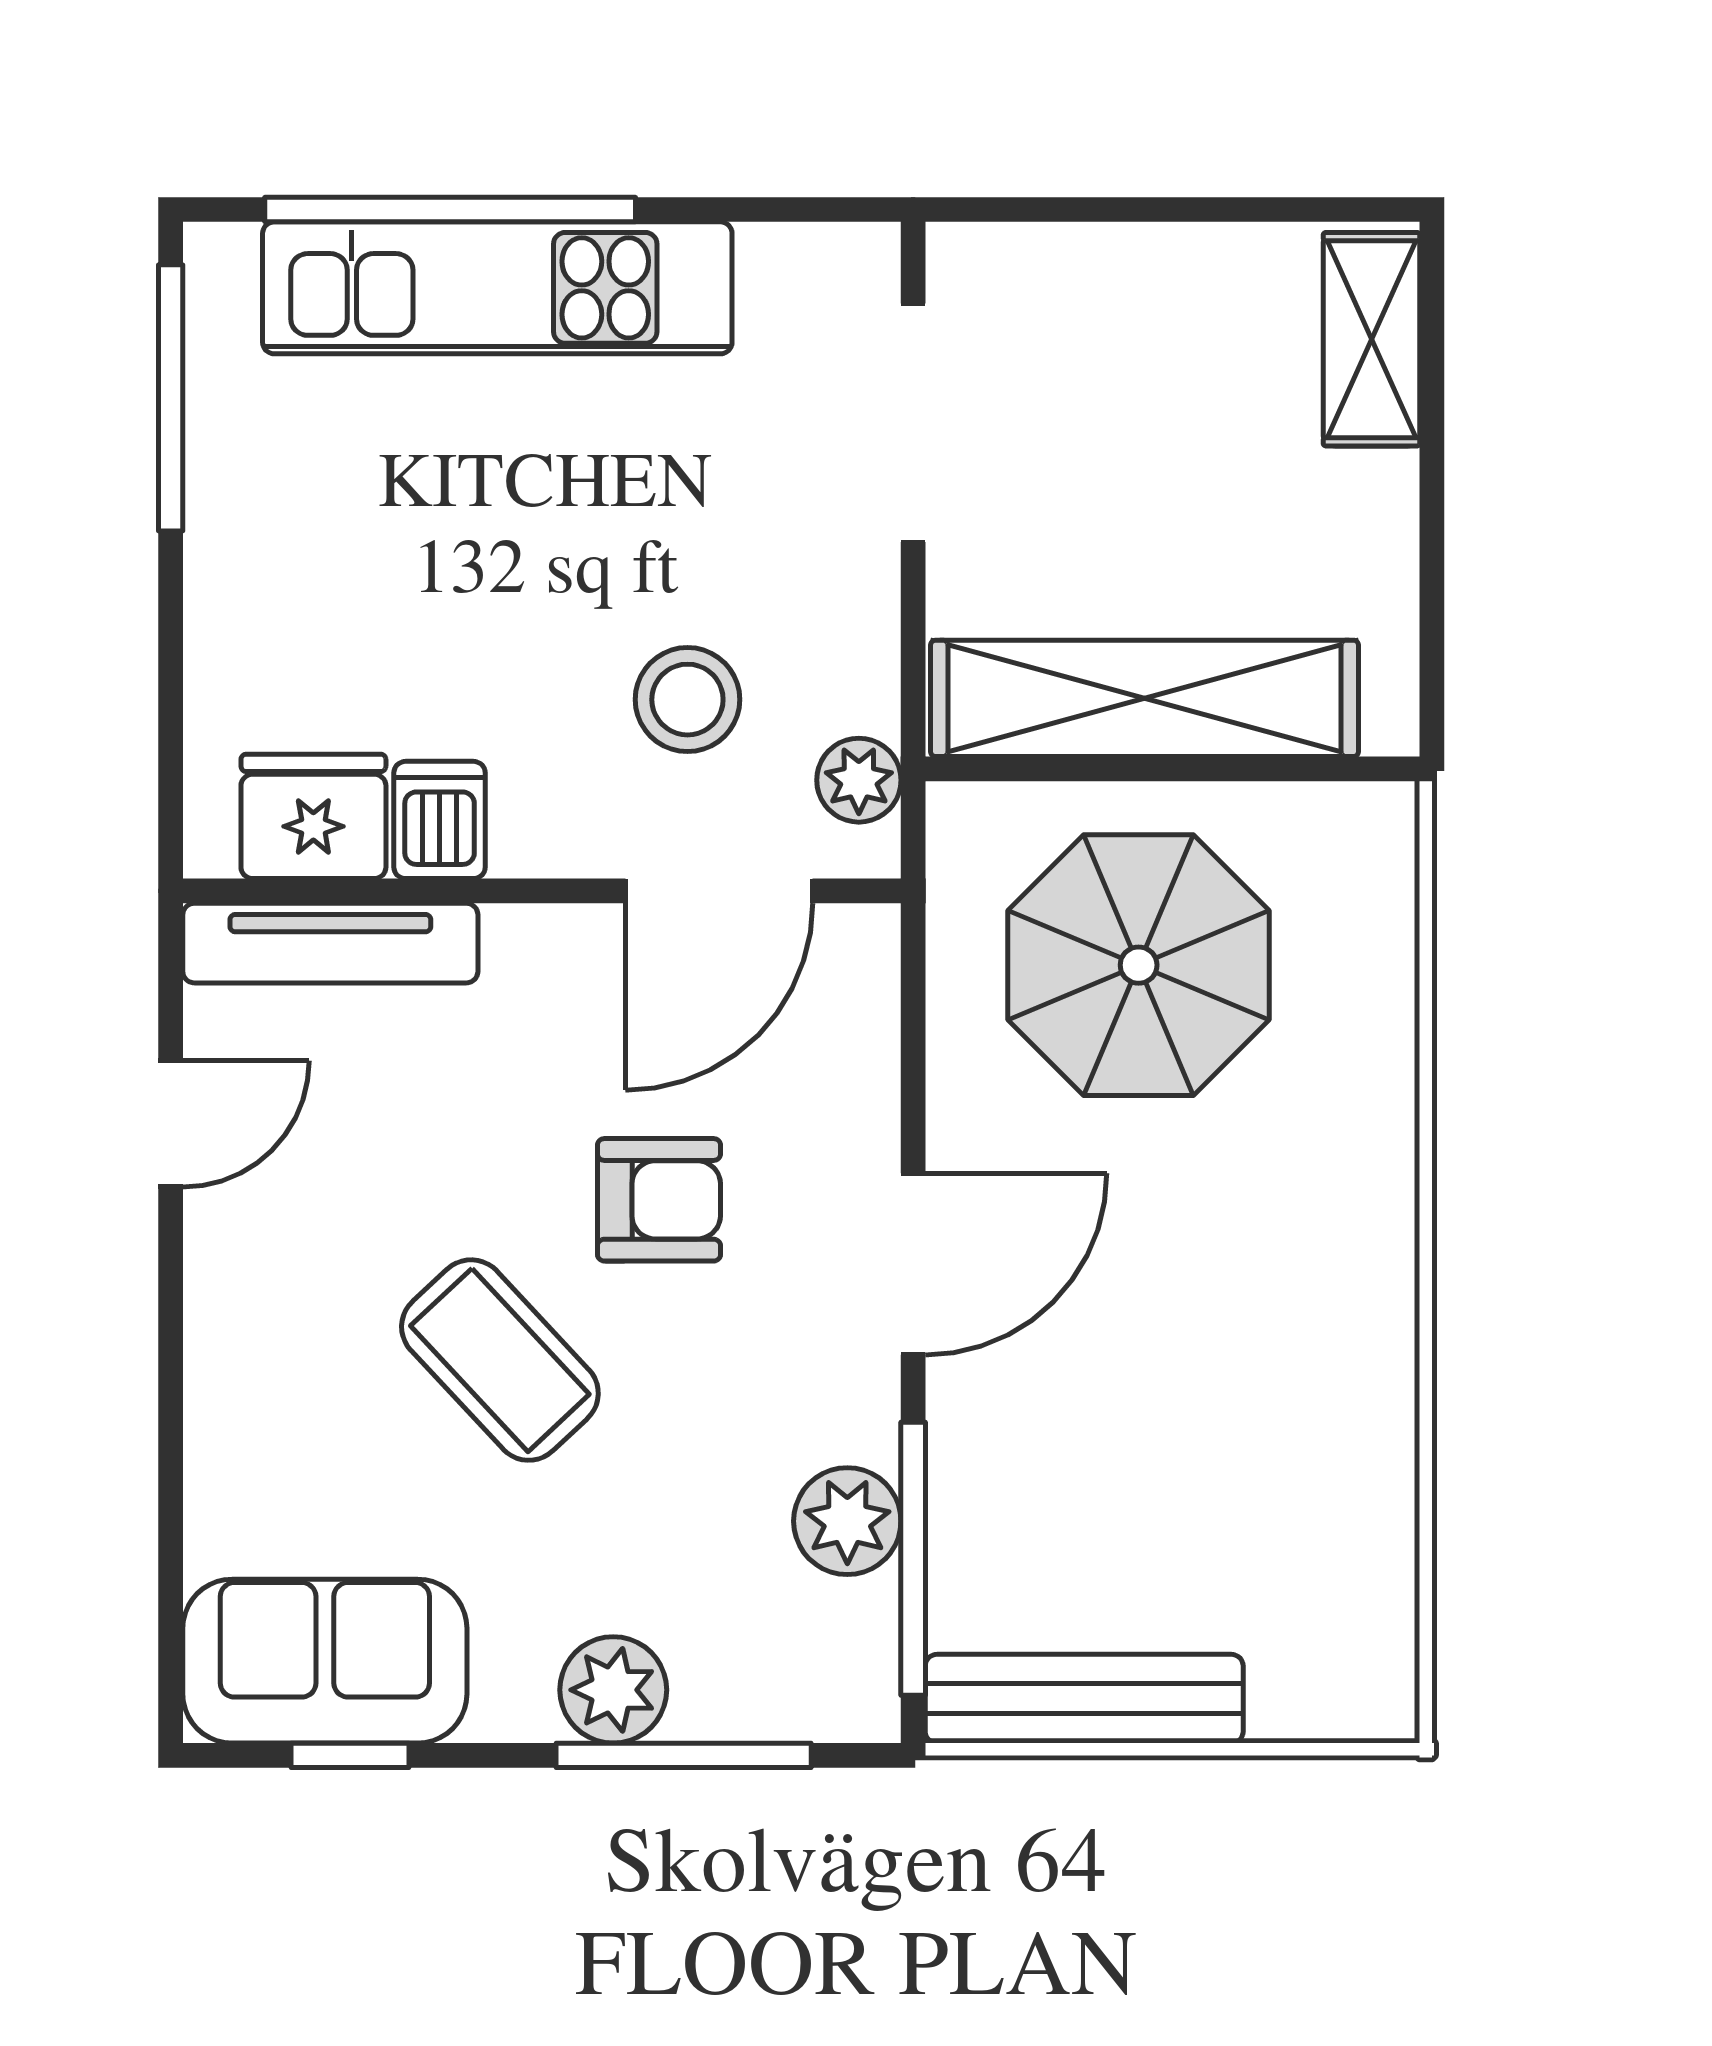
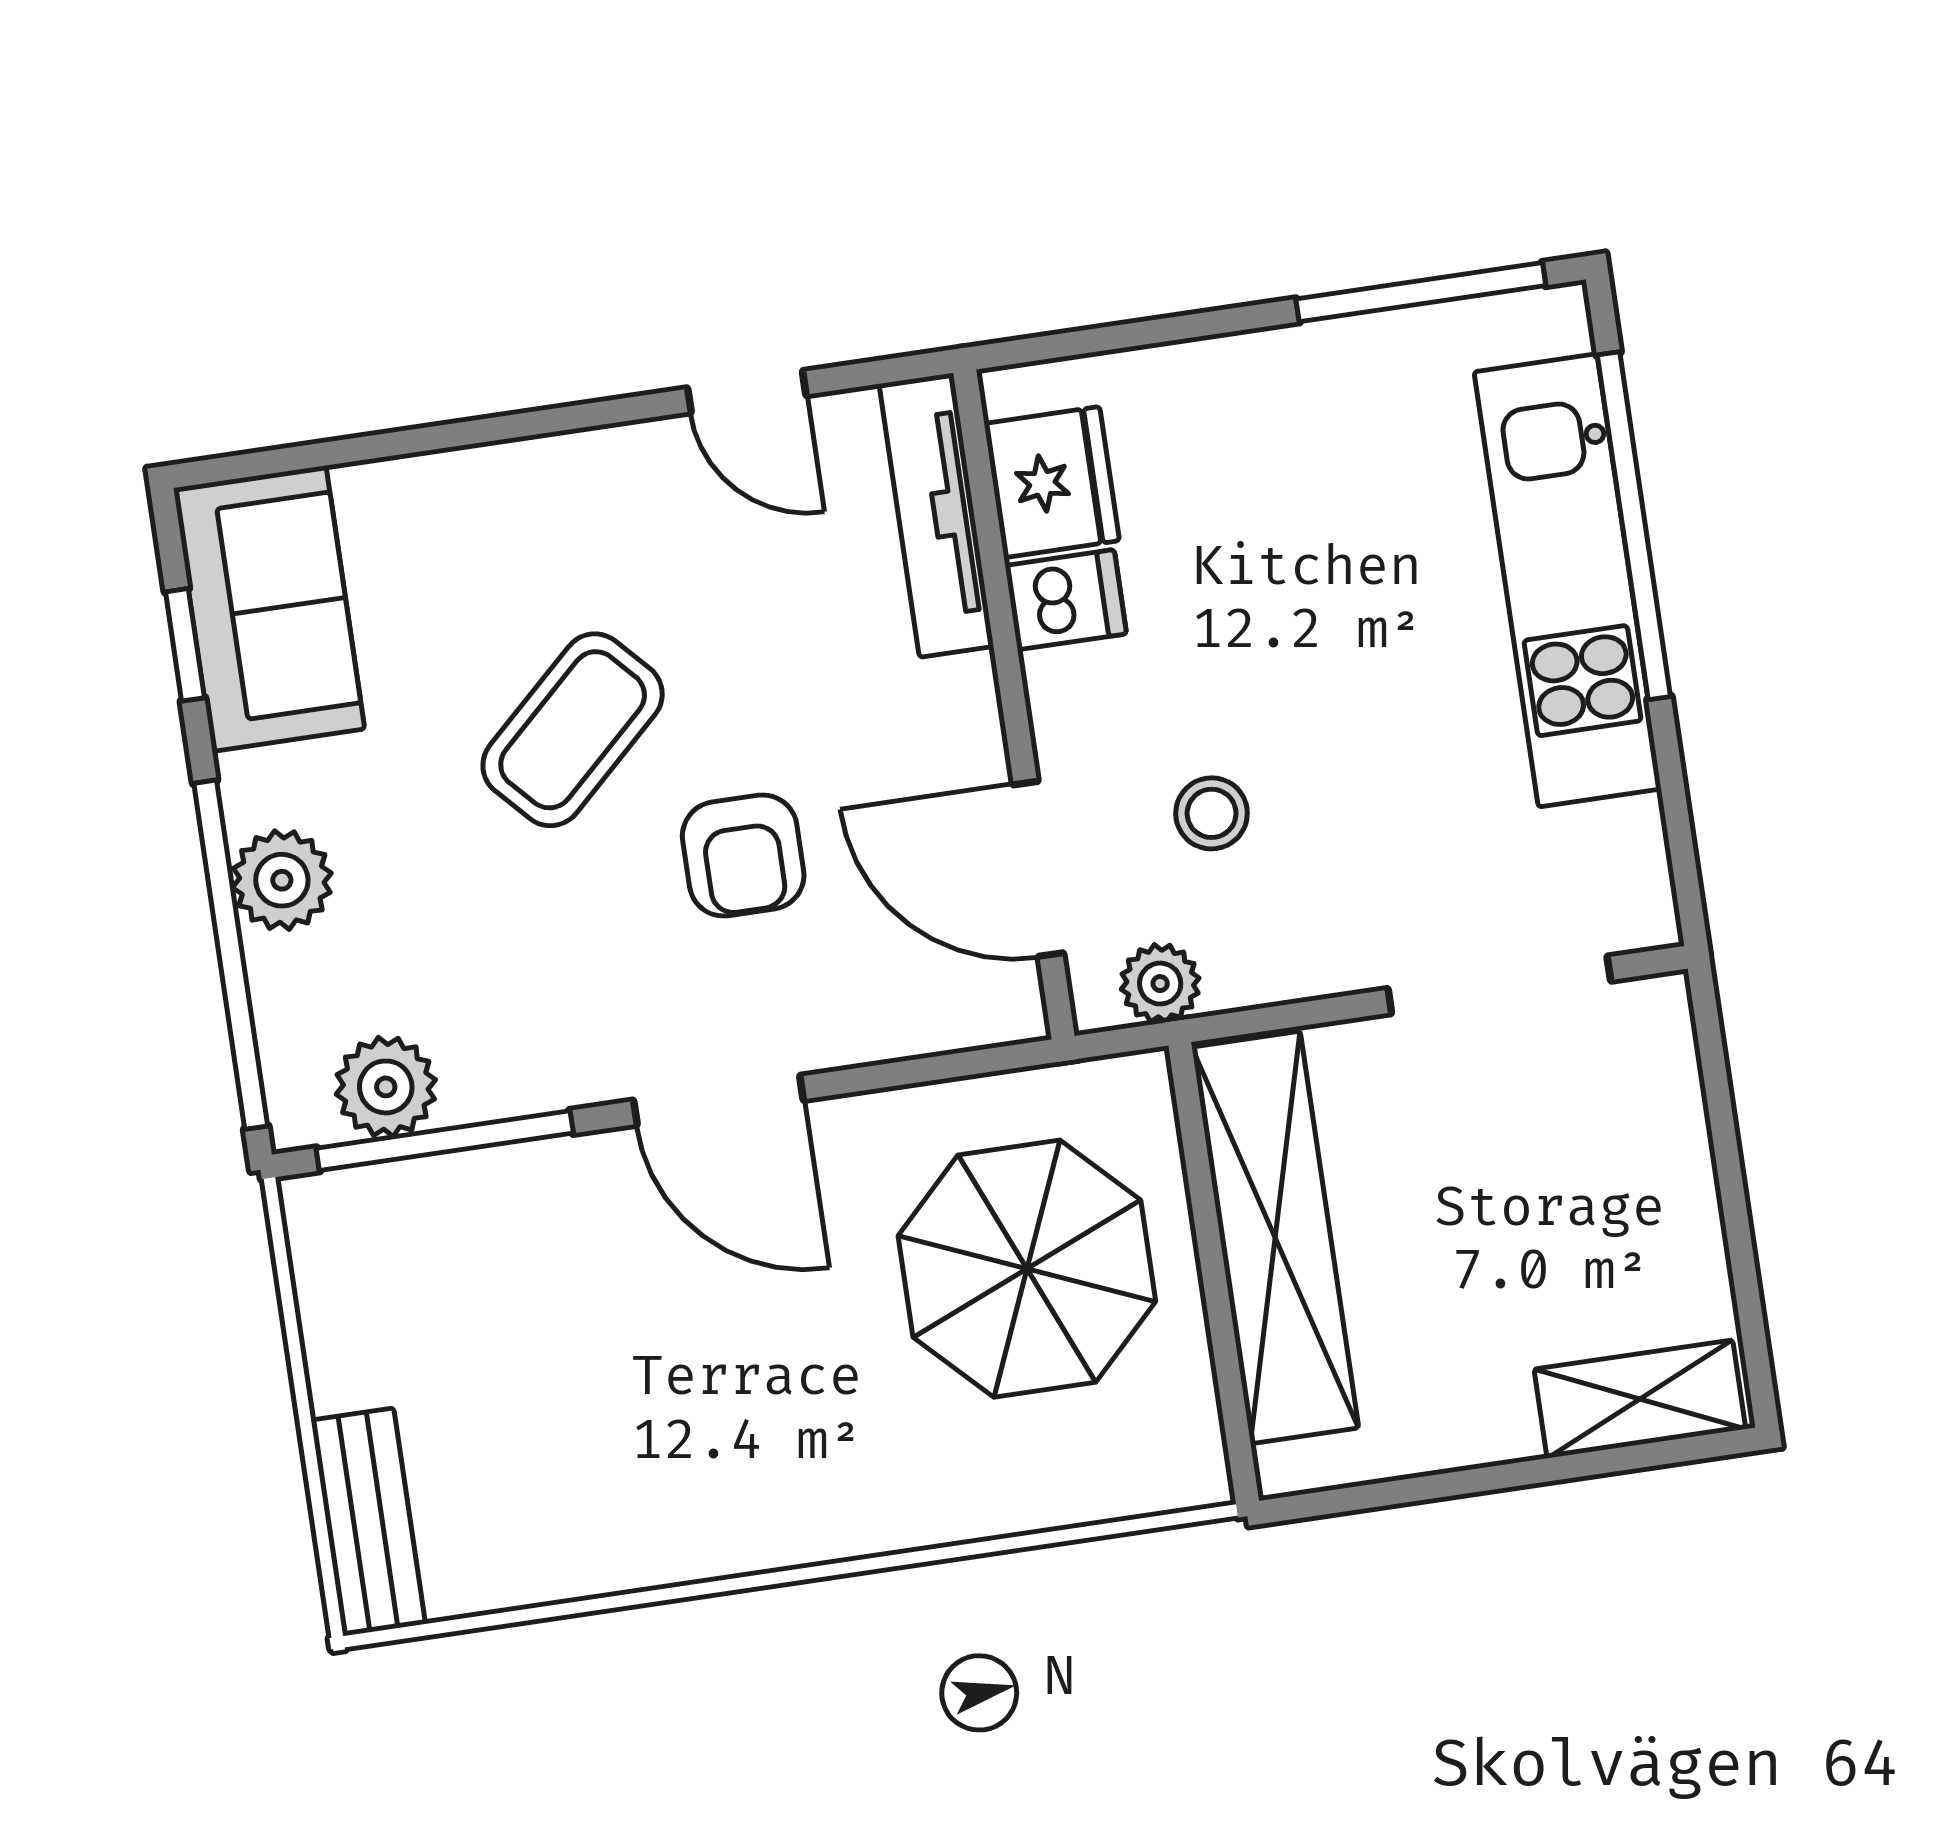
stool: (687, 700) -> (1212, 813), width x0.73, depth x0.73
plant: (847, 1521) -> (386, 1087), moved
bench: (1084, 1699) -> (368, 1522), moved, width x0.73
window: (684, 1755) -> (231, 955), width x1.46

